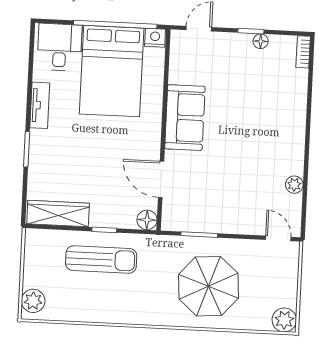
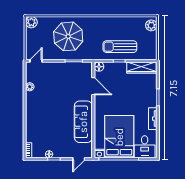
sofa: (185, 118) -> (83, 122), width x1.36
door: (278, 238) -> (36, 61), swing flipped

